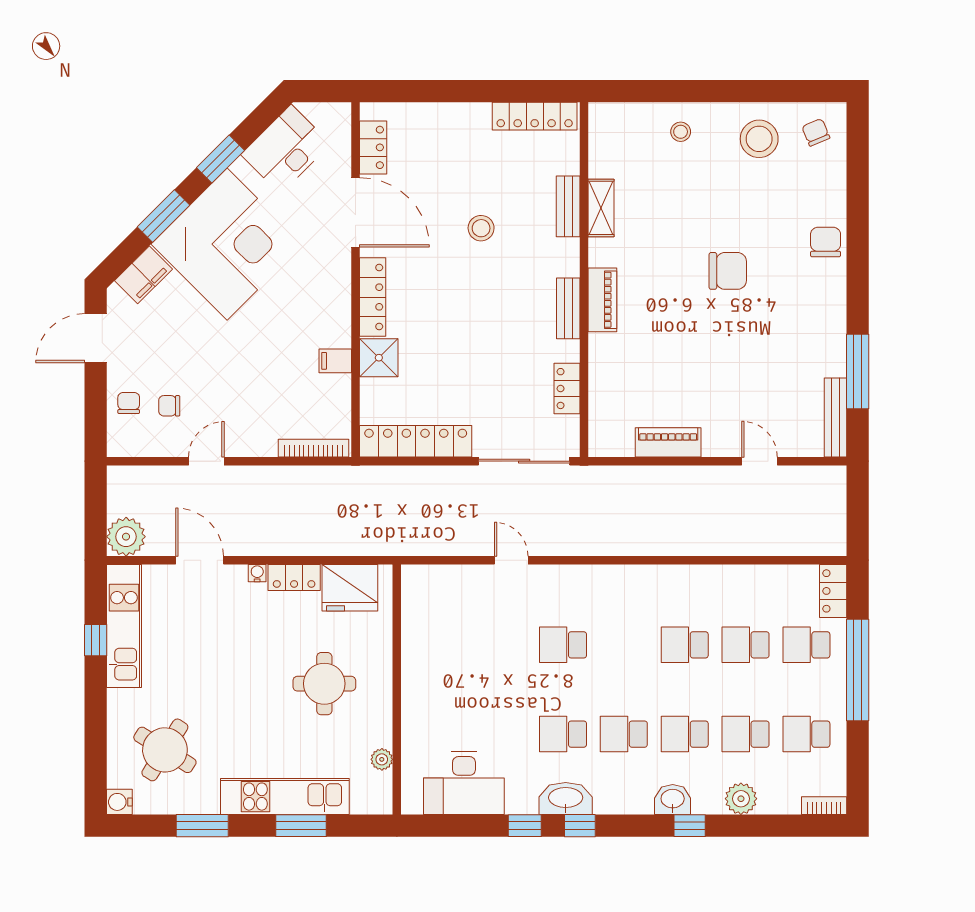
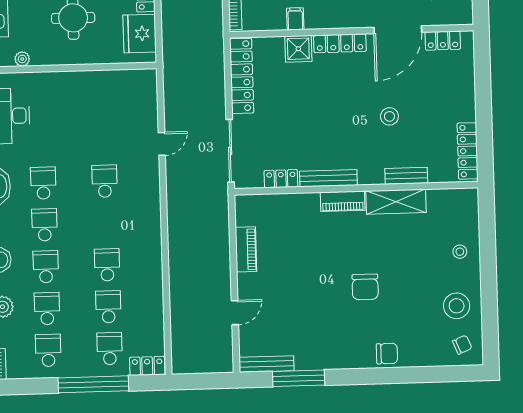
shelving: (601, 208) -> (396, 202), width x1.50, depth x1.33
bench: (568, 308) -> (328, 178), width x1.36

